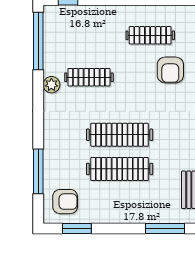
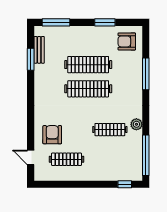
window: (38, 171) -> (146, 74), moved
window: (77, 229) -> (105, 22), moved

